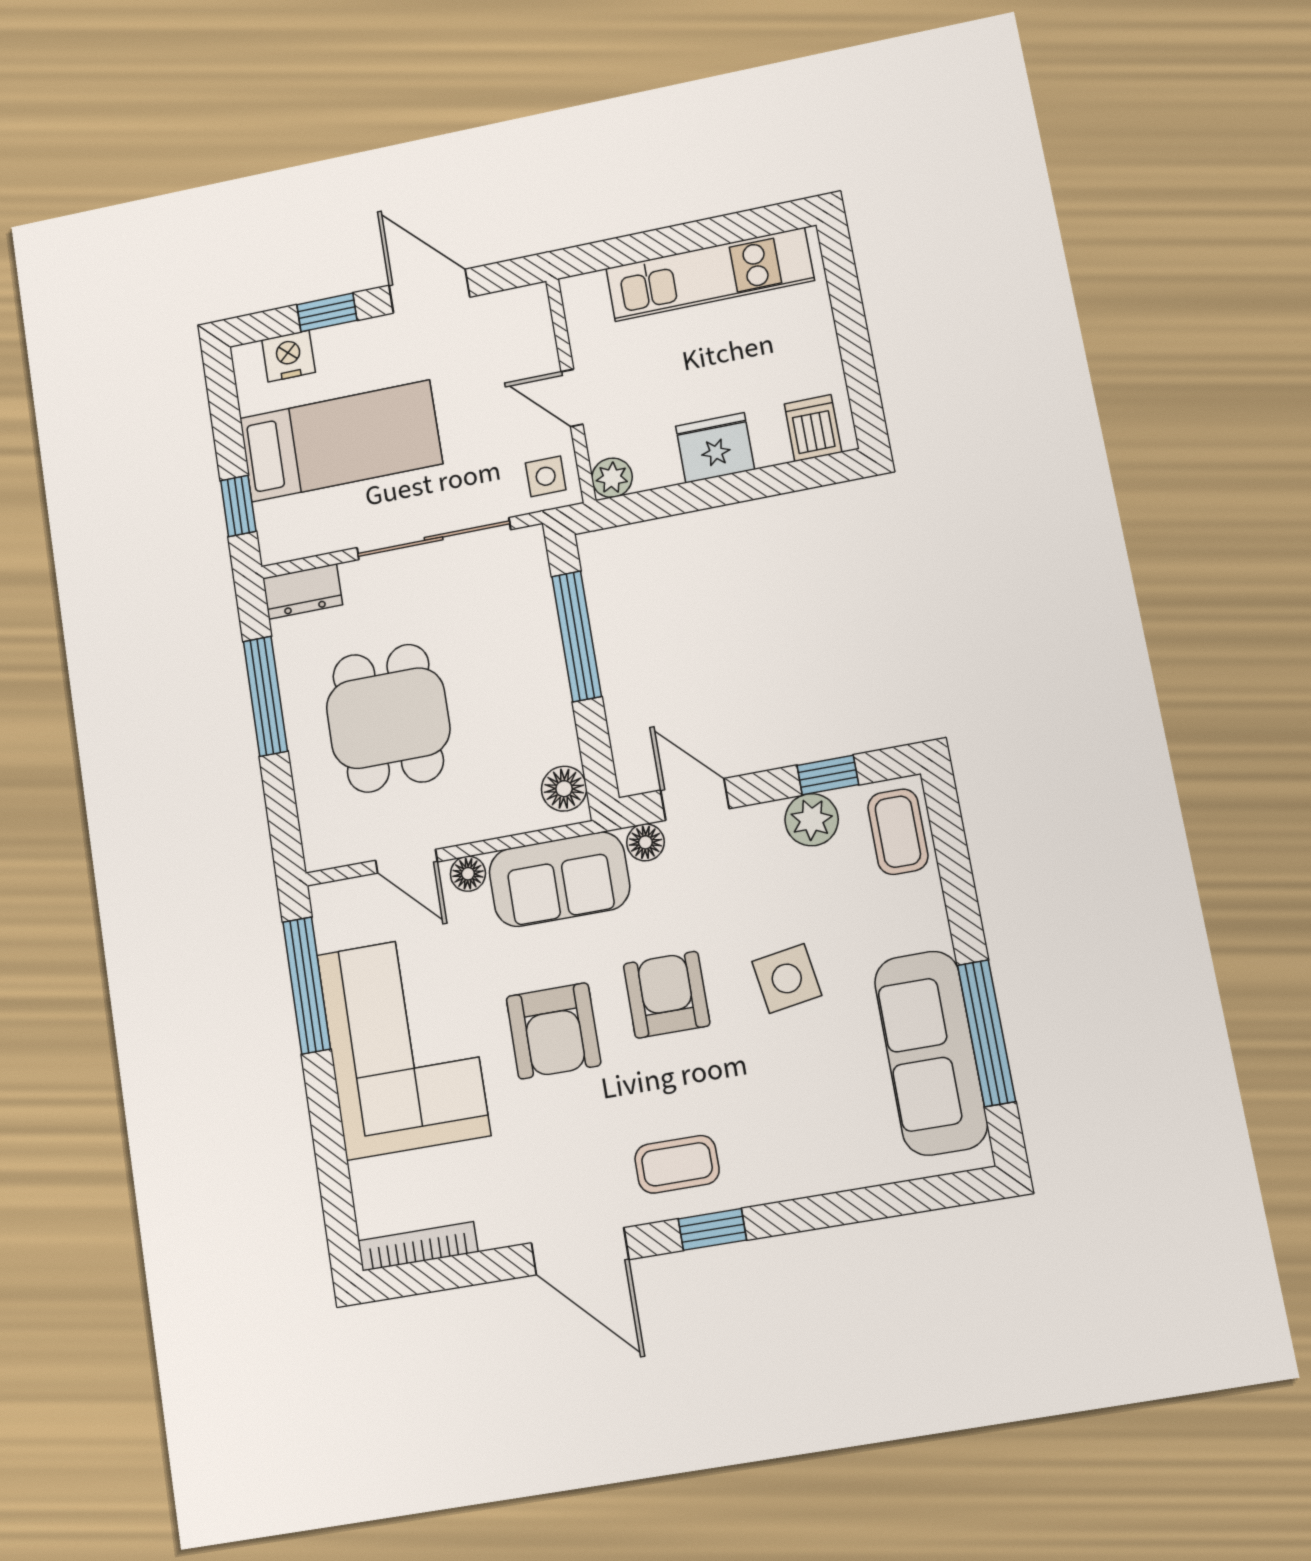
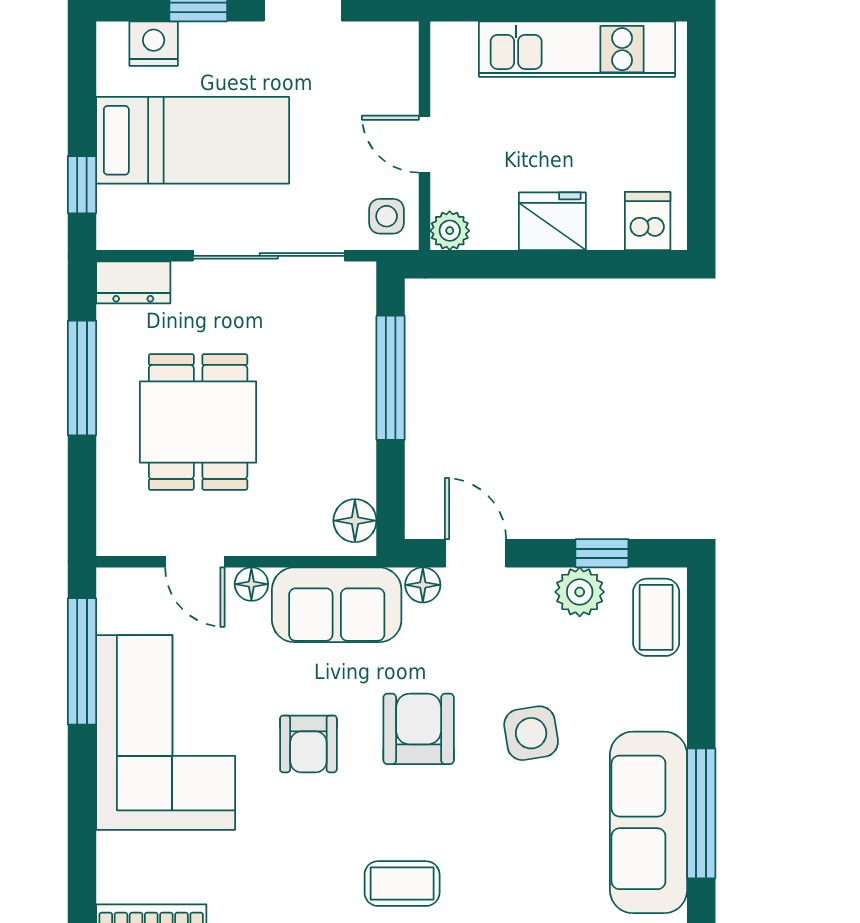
armchair: (553, 1031) -> (308, 744), width x0.72, depth x0.72

